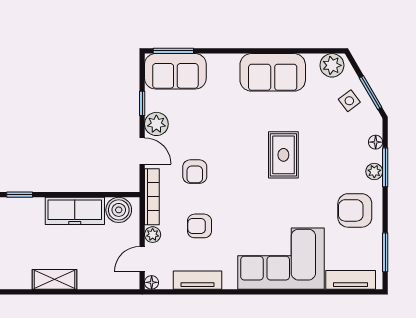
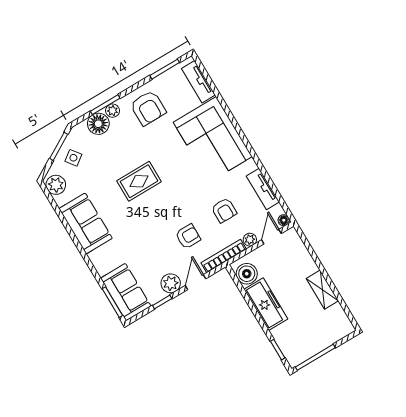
floor lamp: (376, 142) -> (98, 124), width x1.89, depth x1.89
door: (142, 259) -> (271, 237), swing flipped

